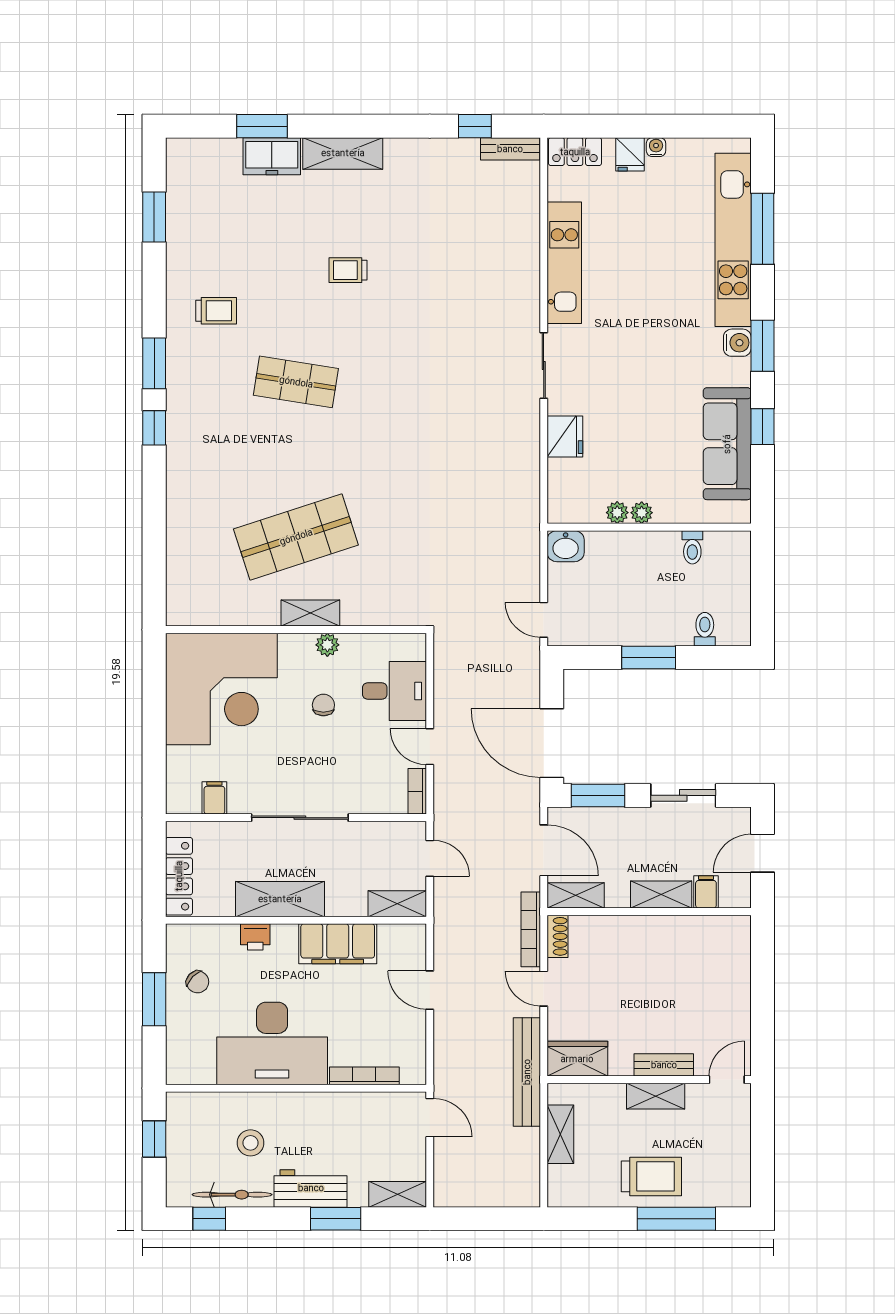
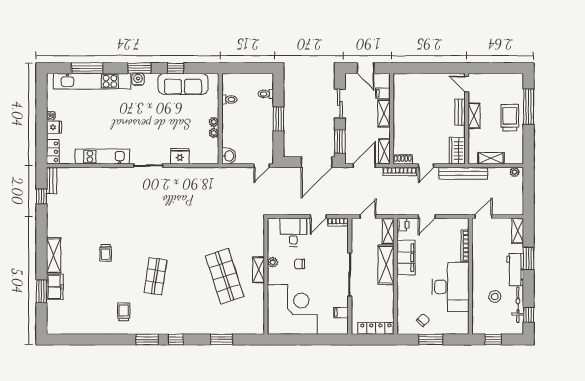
window: (154, 217) -> (222, 339), moved
shelving: (280, 899) -> (386, 265), moved
printer: (255, 937) -> (403, 225), moved
plant: (529, 1187) -> (515, 172), added

